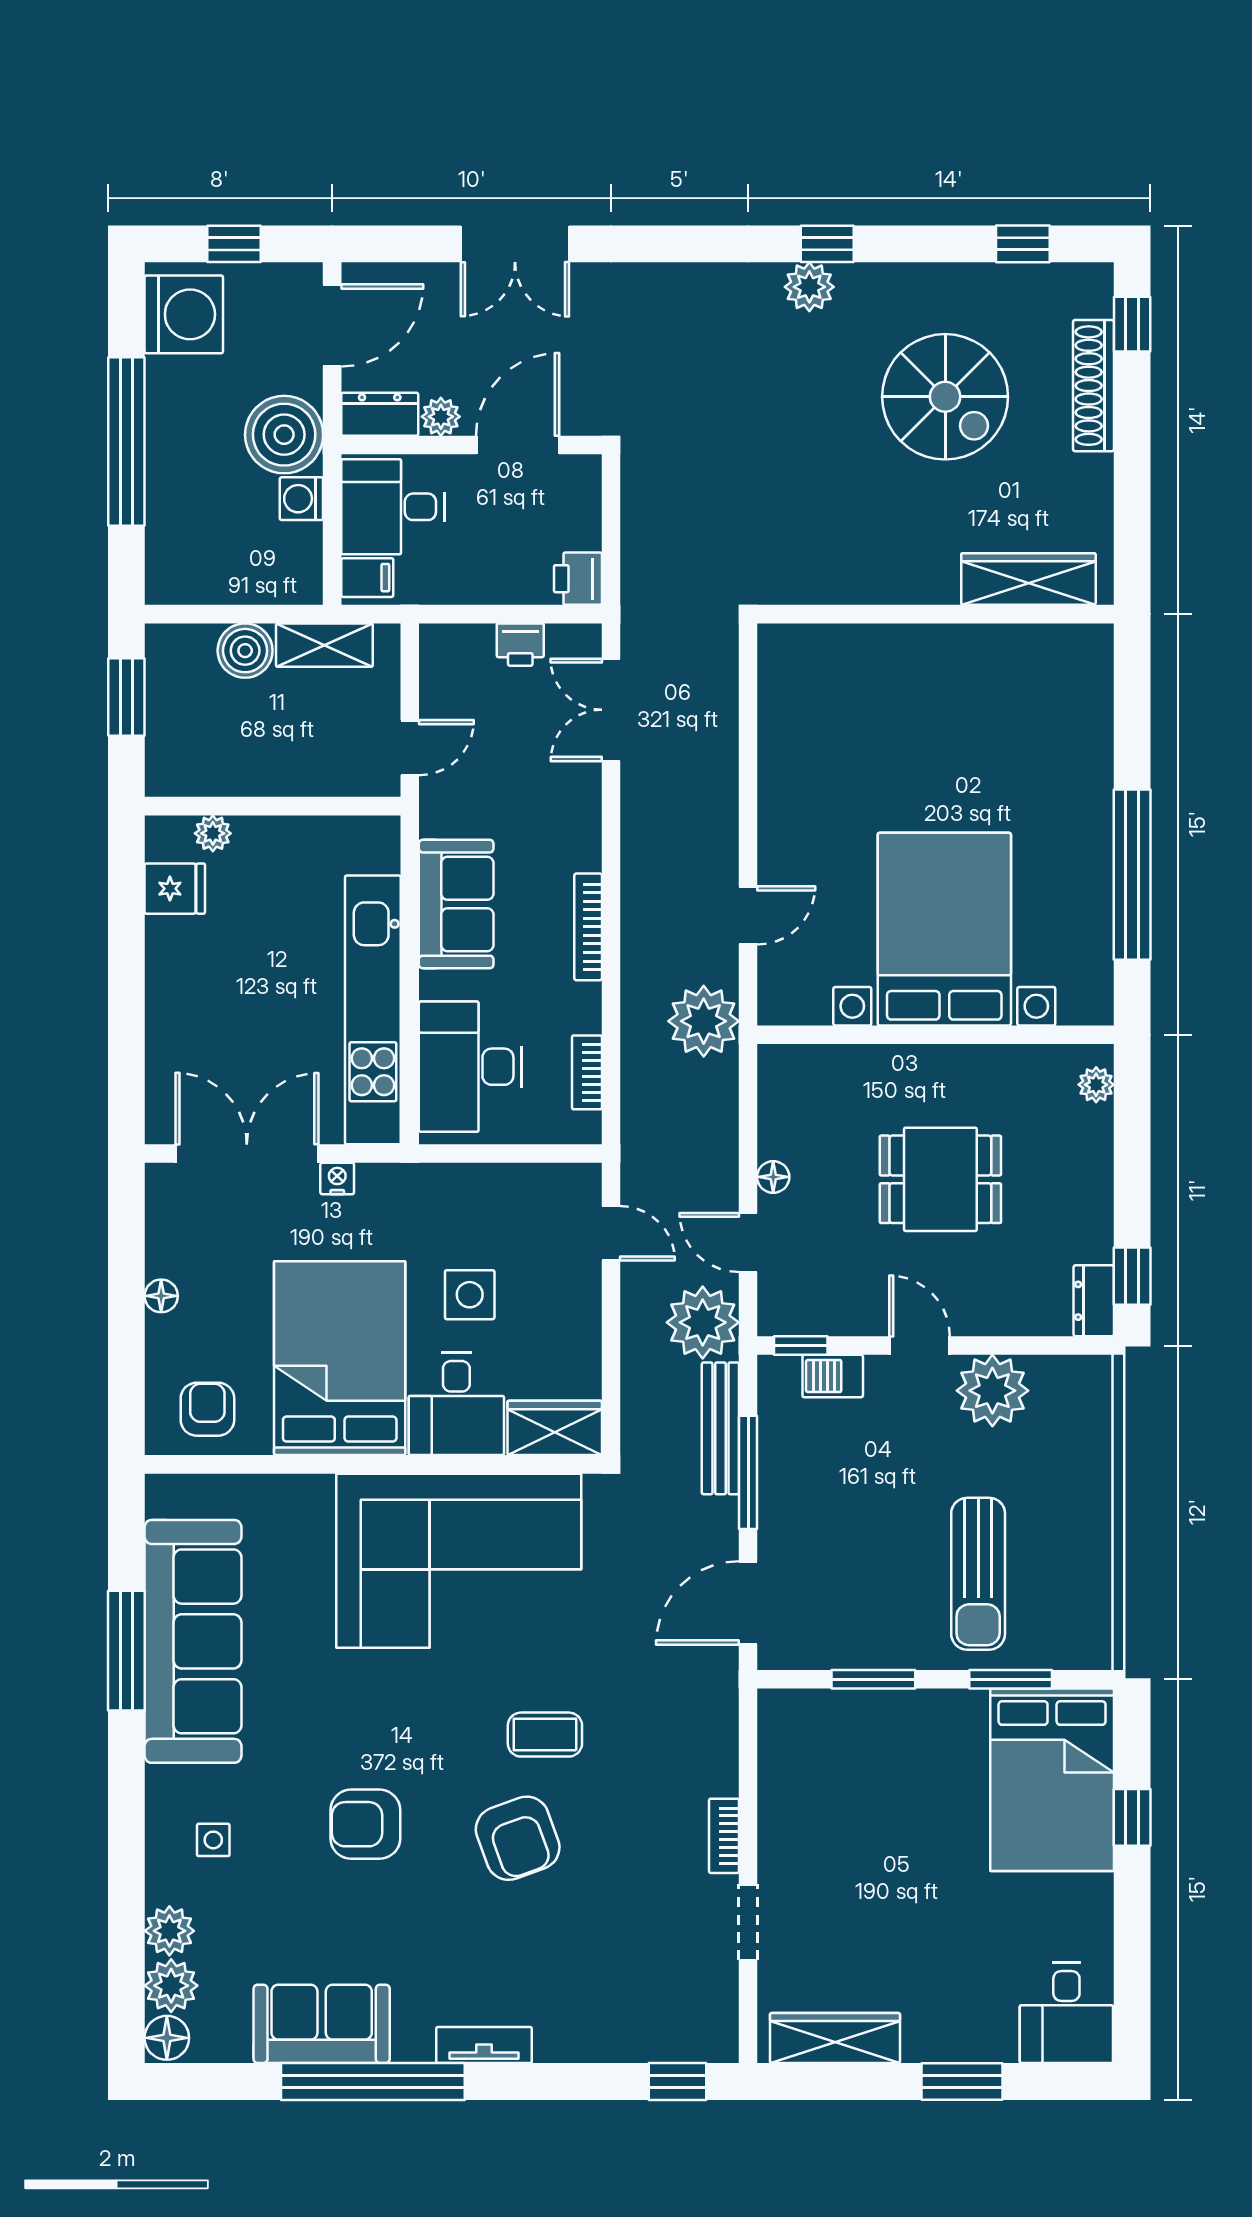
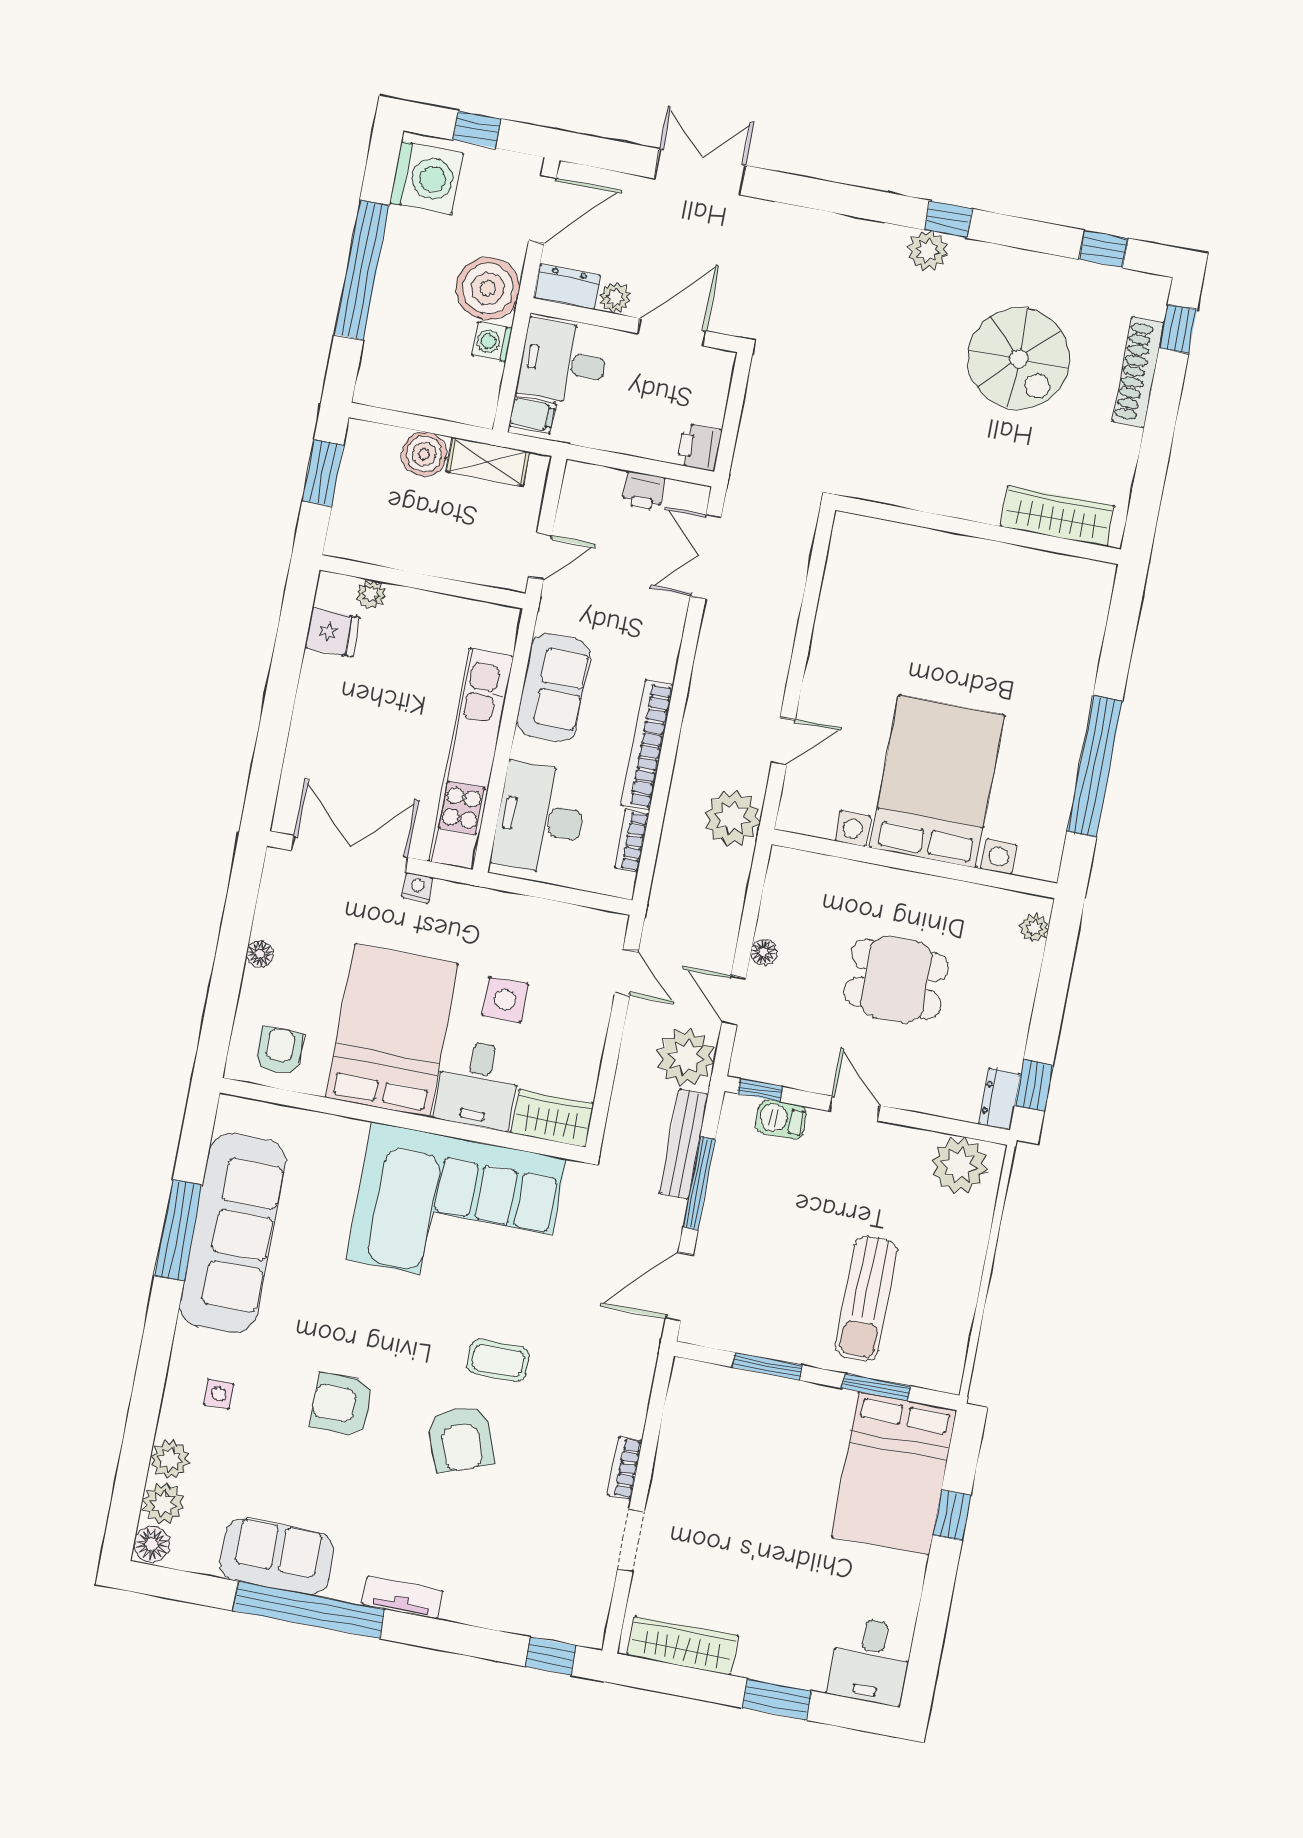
double door: (515, 244) -> (700, 172), swing flipped
bookcase: (588, 927) -> (647, 745), width x1.48, depth x1.31
plant: (992, 1391) -> (959, 1165), moved

